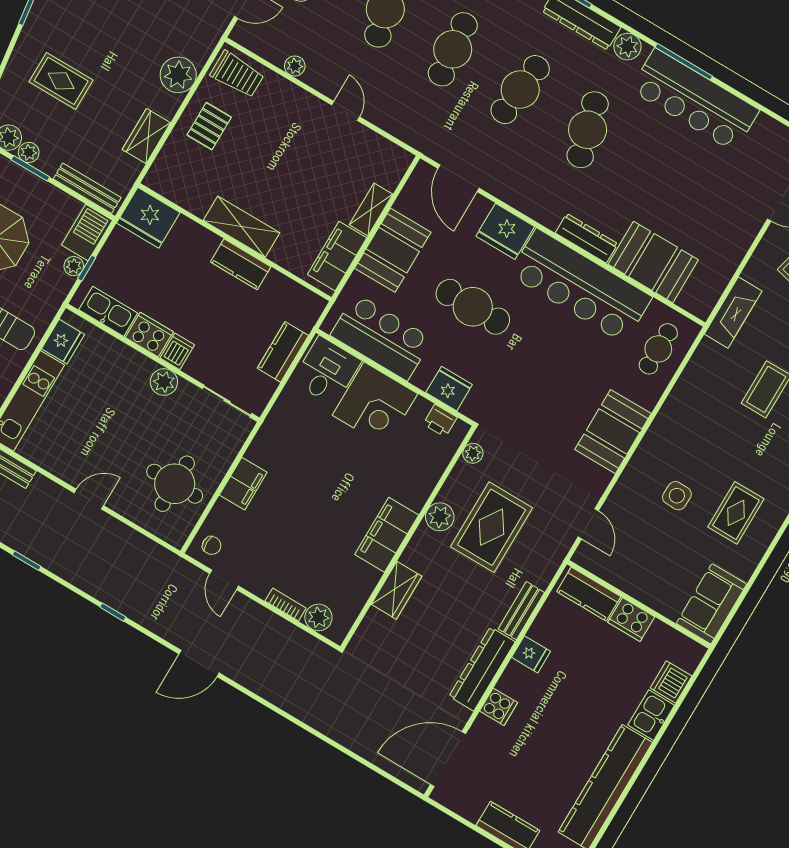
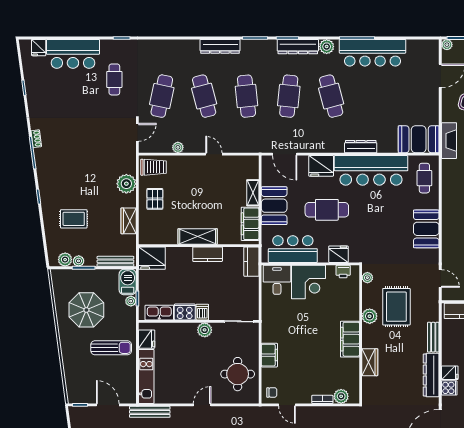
booth: (653, 262) -> (419, 139), moved
kitchen counter: (283, 352) -> (251, 262), moved
fridge: (531, 654) -> (450, 373), moved

